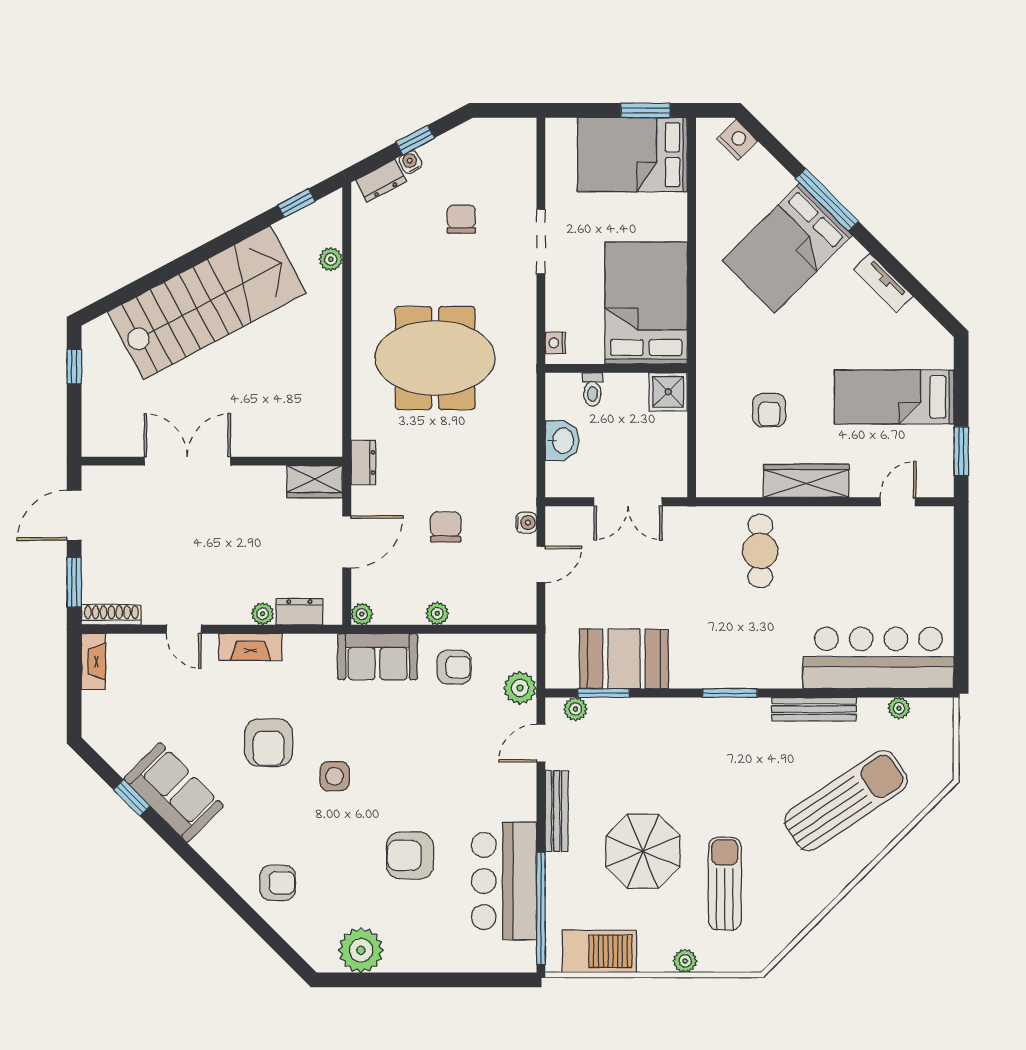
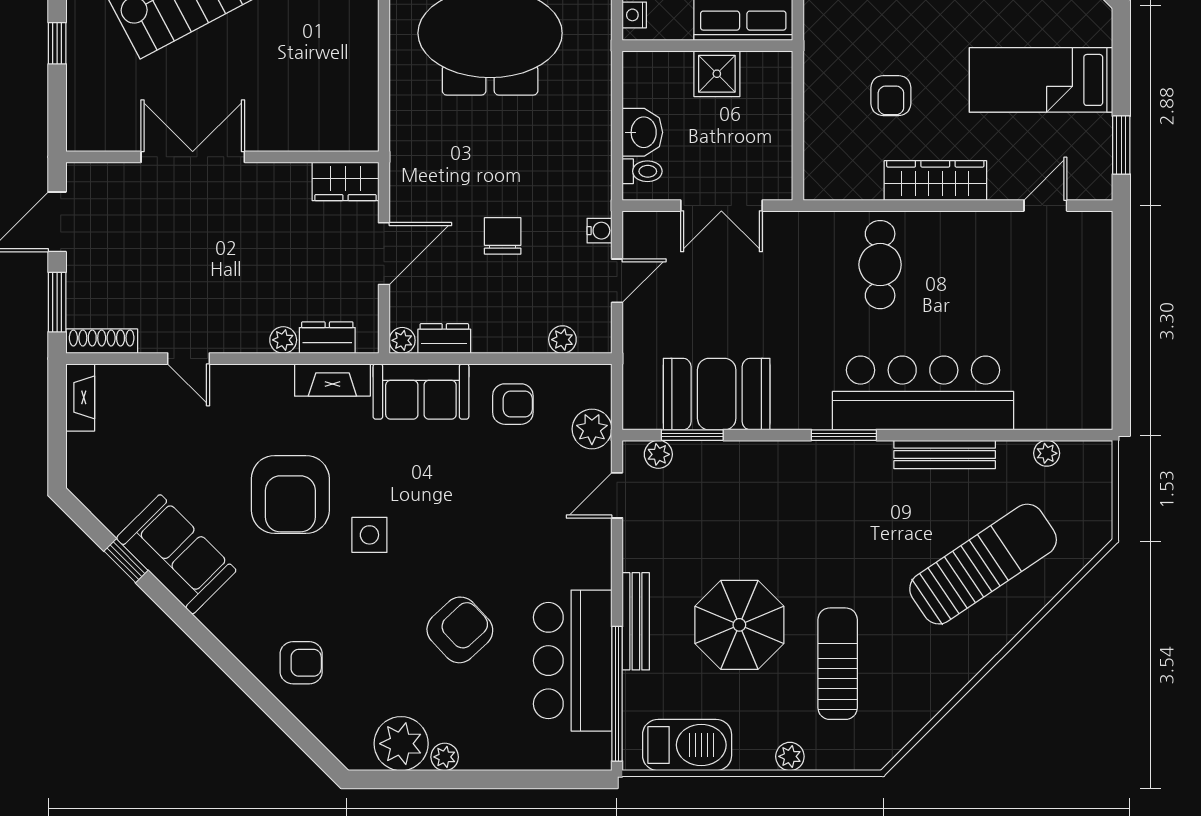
toilet: (592, 389) -> (642, 171), moved, turned -90
shower: (668, 392) -> (717, 74), moved
dresser: (363, 462) -> (444, 339), moved, turned -90
plant: (437, 613) -> (562, 340), moved
fireplace: (250, 647) -> (332, 380), moved
bar counter: (878, 658) -> (923, 393), moved
armchair: (269, 743) -> (290, 494), width x1.36, depth x1.36
bench: (557, 811) -> (636, 621), moved
armchair: (410, 855) -> (460, 630), turned 137
plant: (397, 961) -> (445, 757), added

